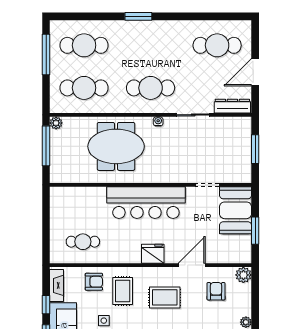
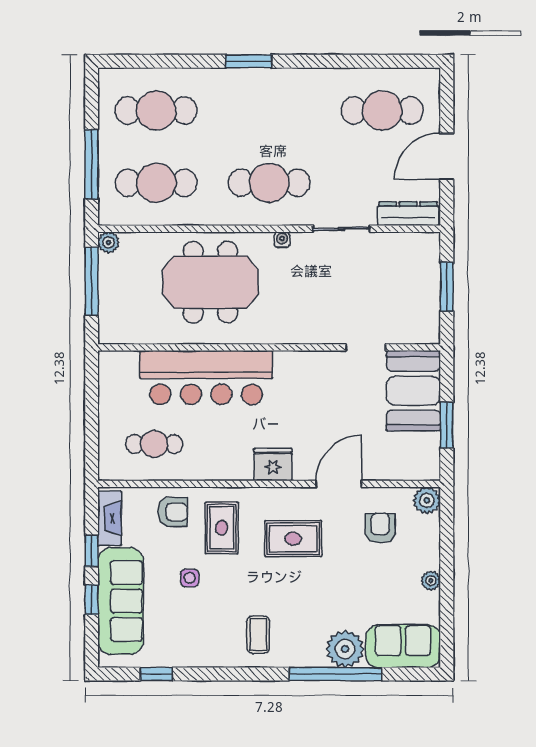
window: (46, 54) -> (92, 164), moved
bar counter: (146, 203) -> (206, 378), moved

